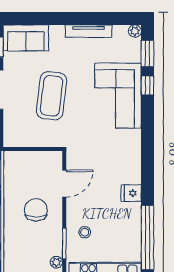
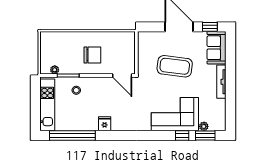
tv unit: (89, 31) -> (221, 82), moved
plant: (135, 31) -> (204, 126), moved
door: (64, 184) -> (122, 76), moved

